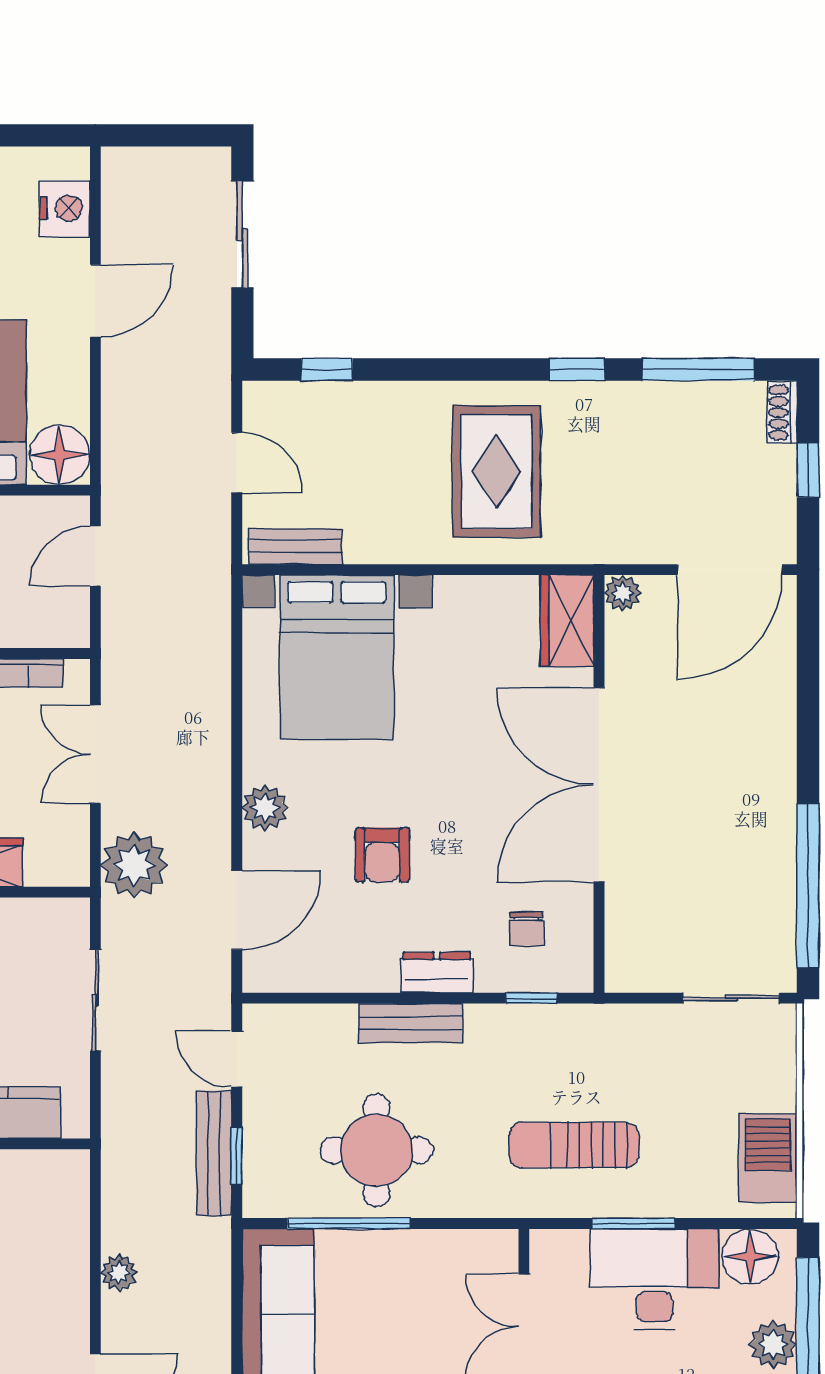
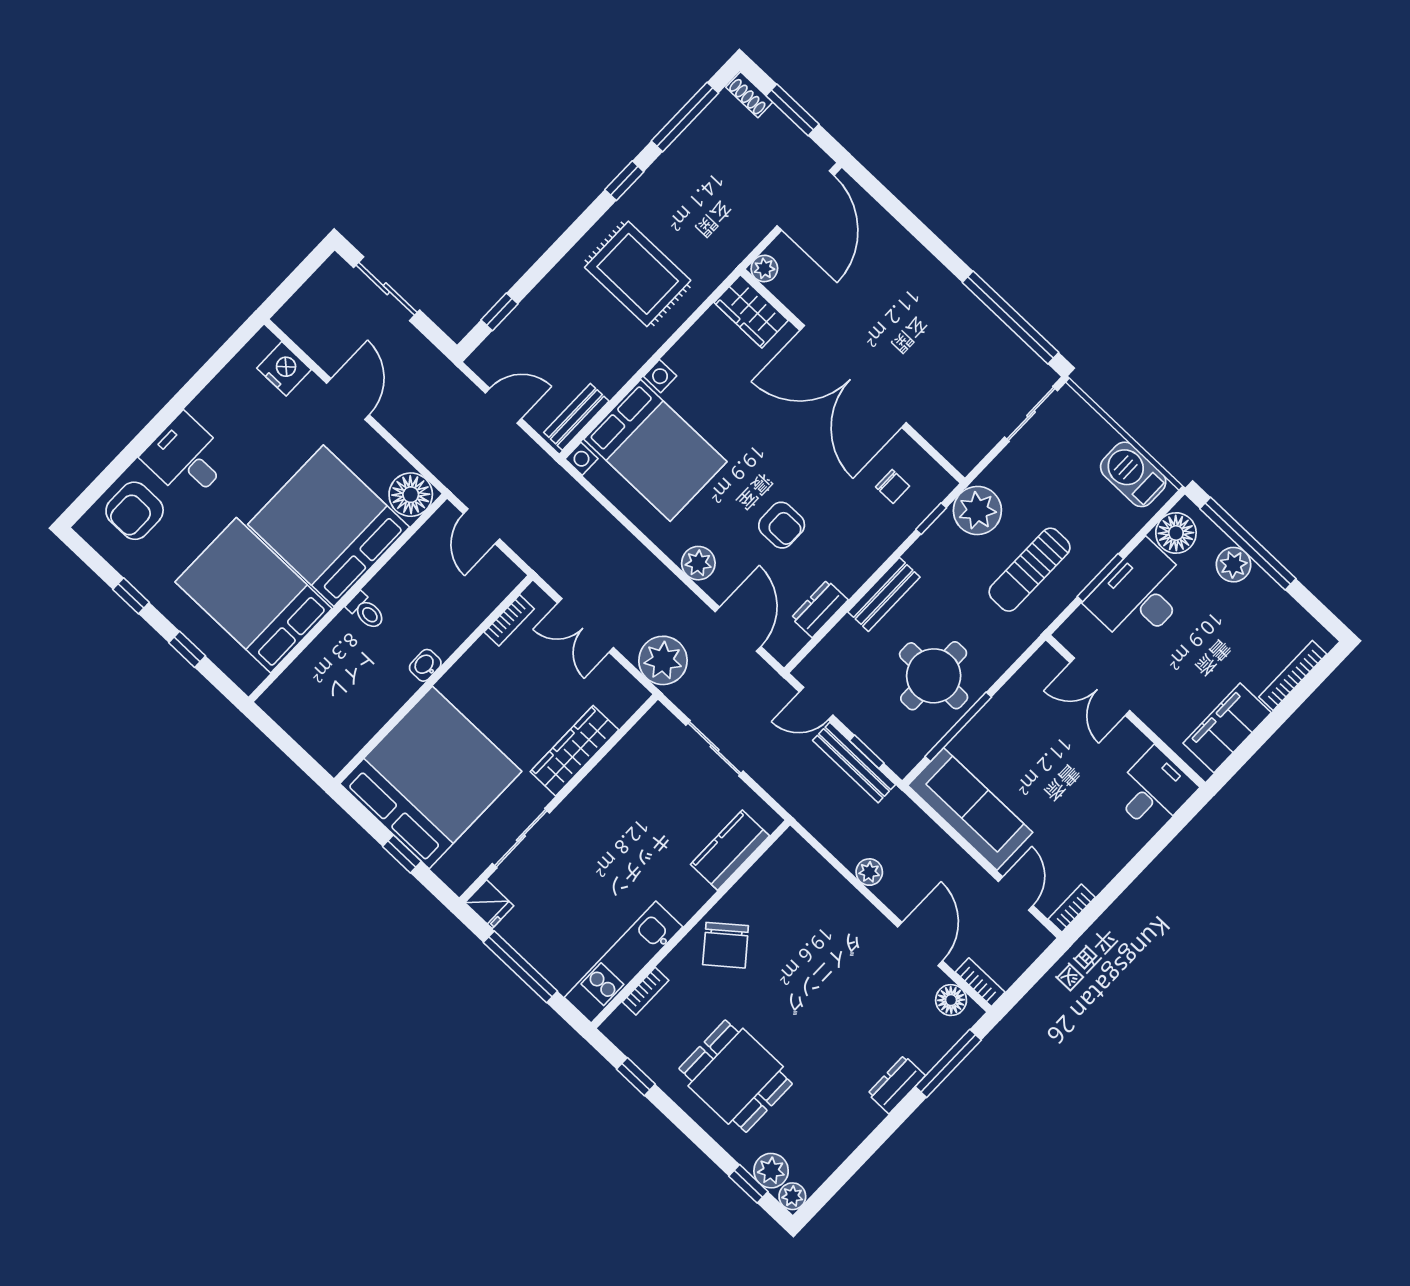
window: (808, 470) -> (792, 110), width x1.50
dresser: (437, 972) -> (820, 609), moved
plant: (583, 1037) -> (977, 510), added

